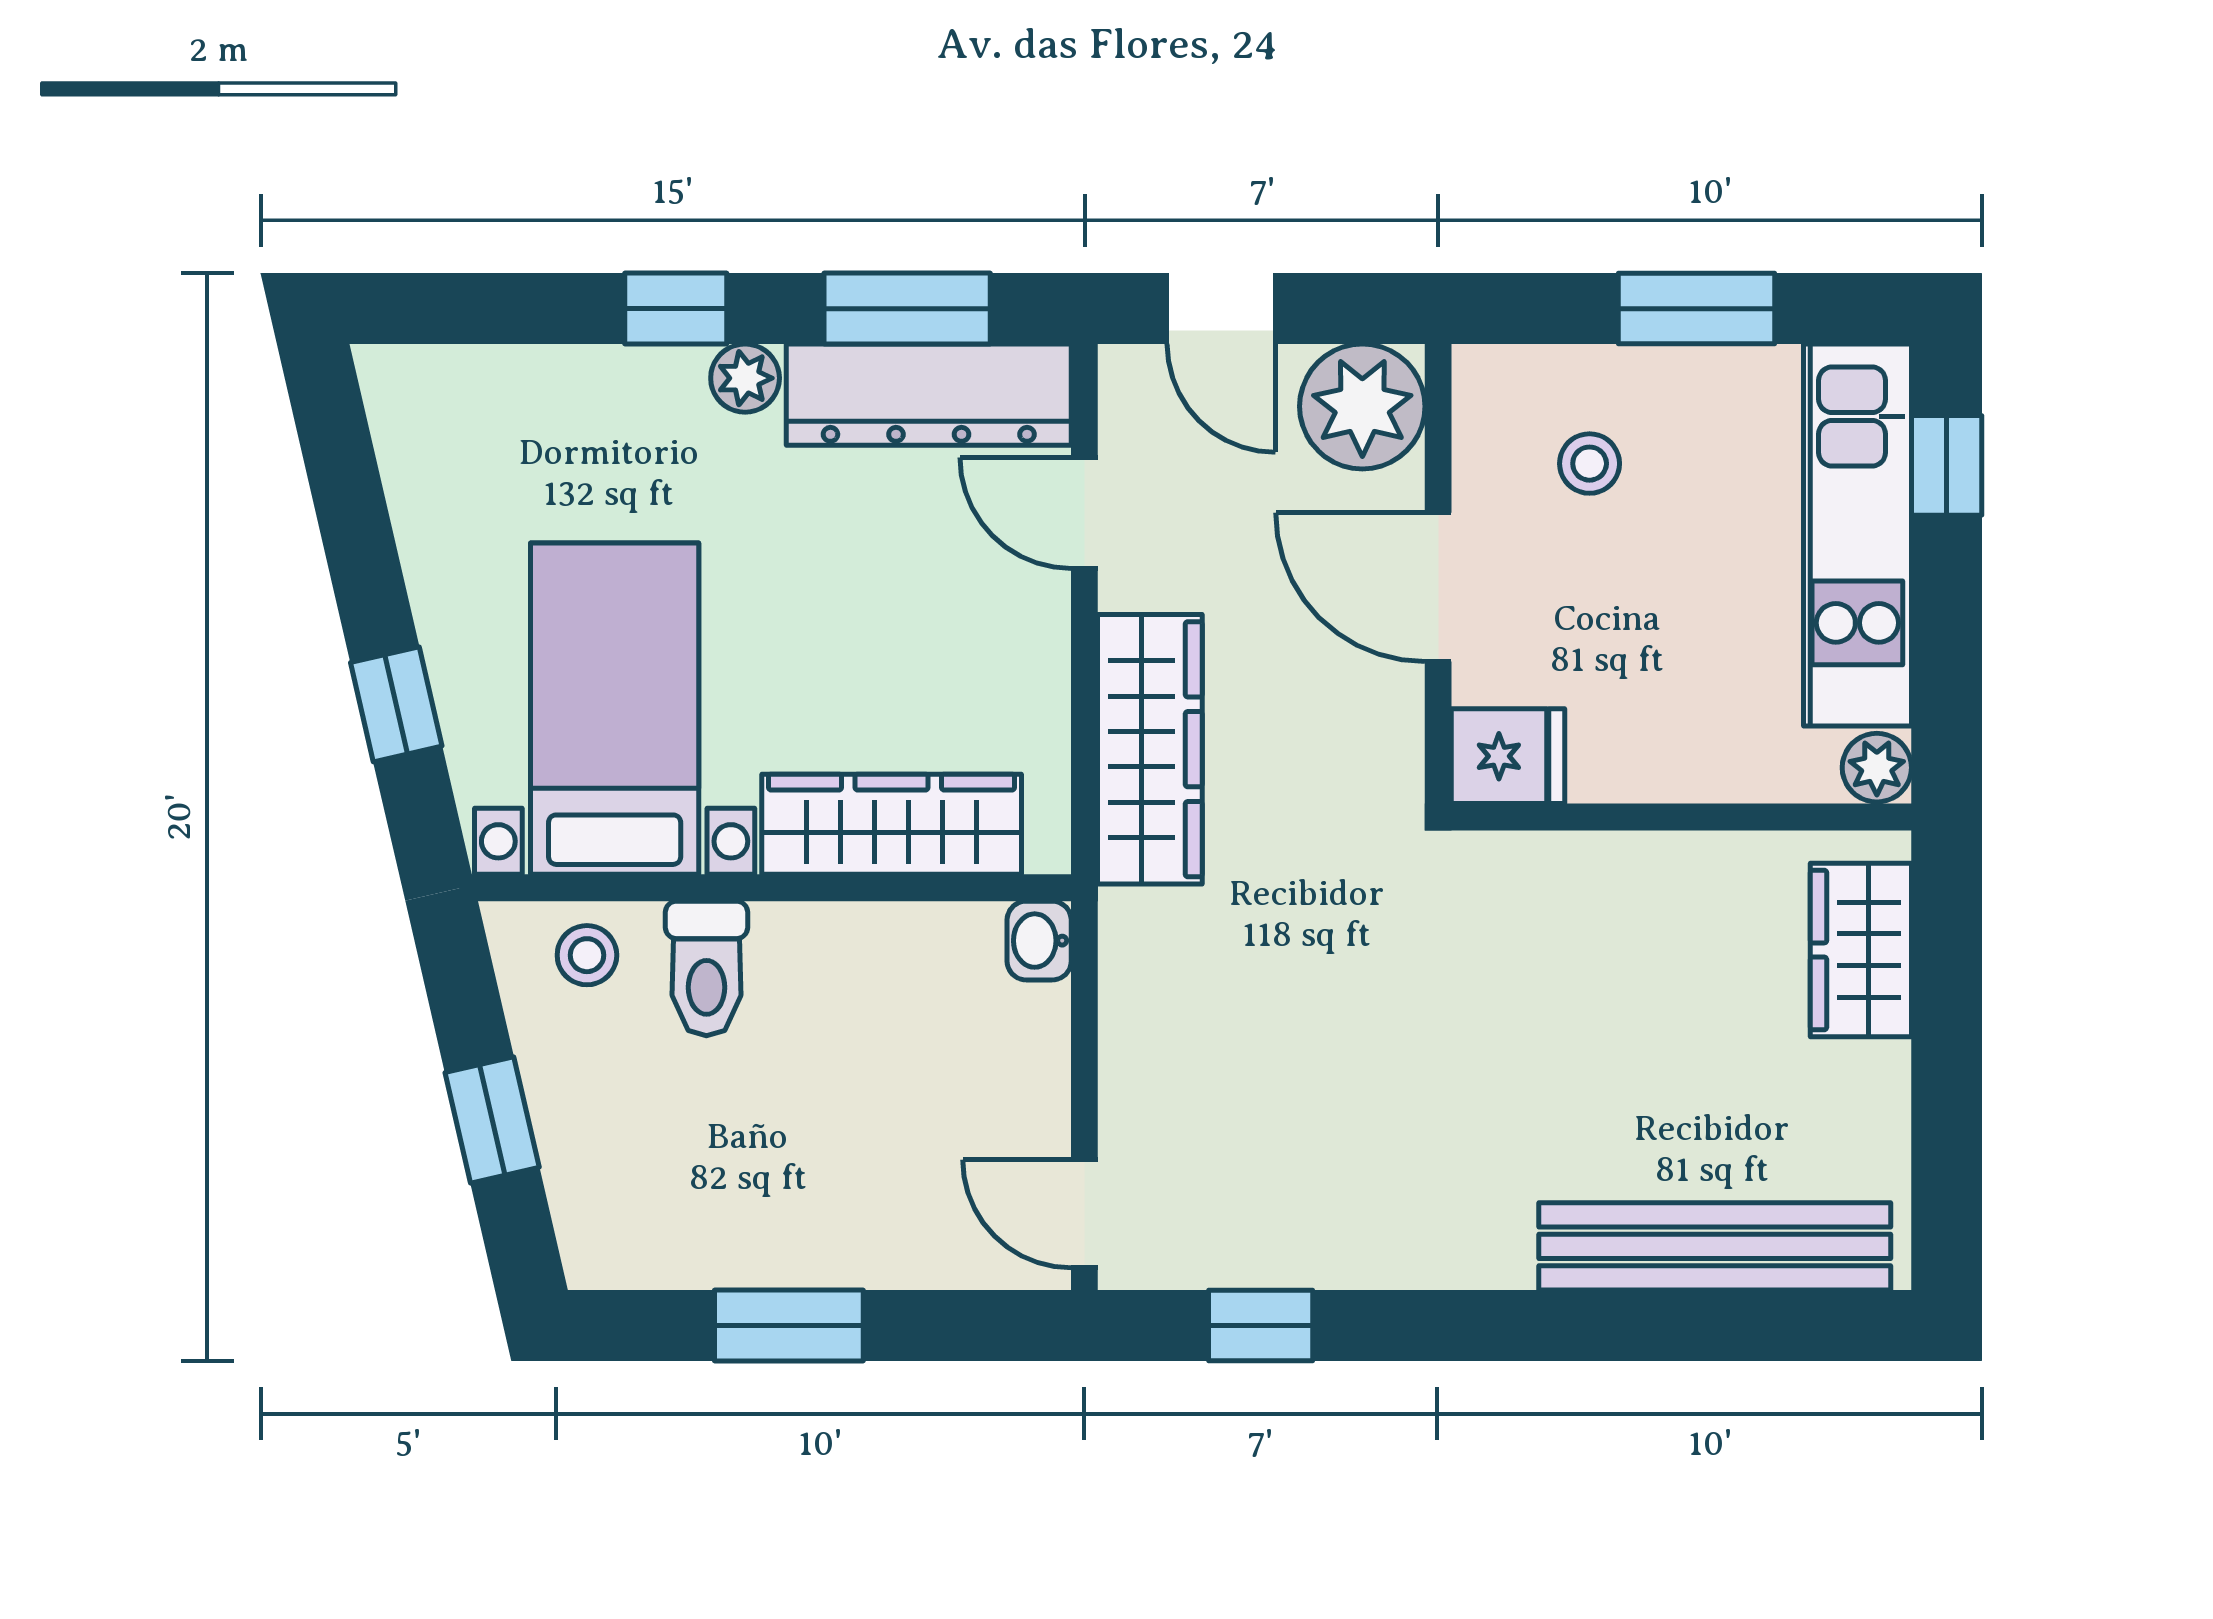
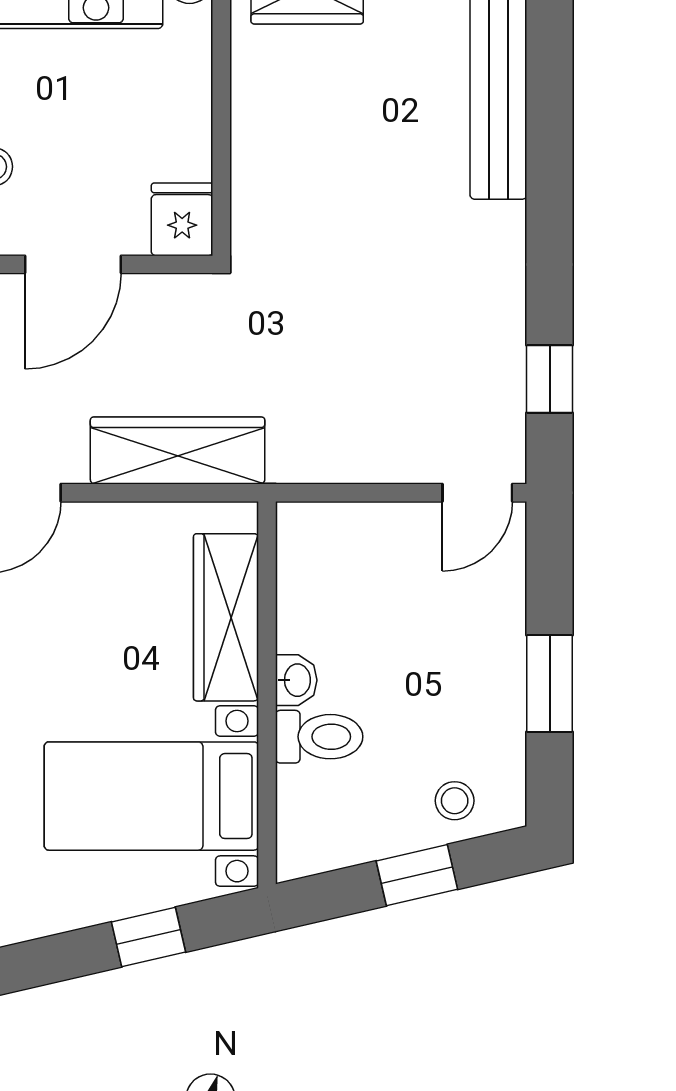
washbasin: (1039, 941) -> (296, 680), moved, turned -90
stool: (587, 955) -> (455, 801), moved

